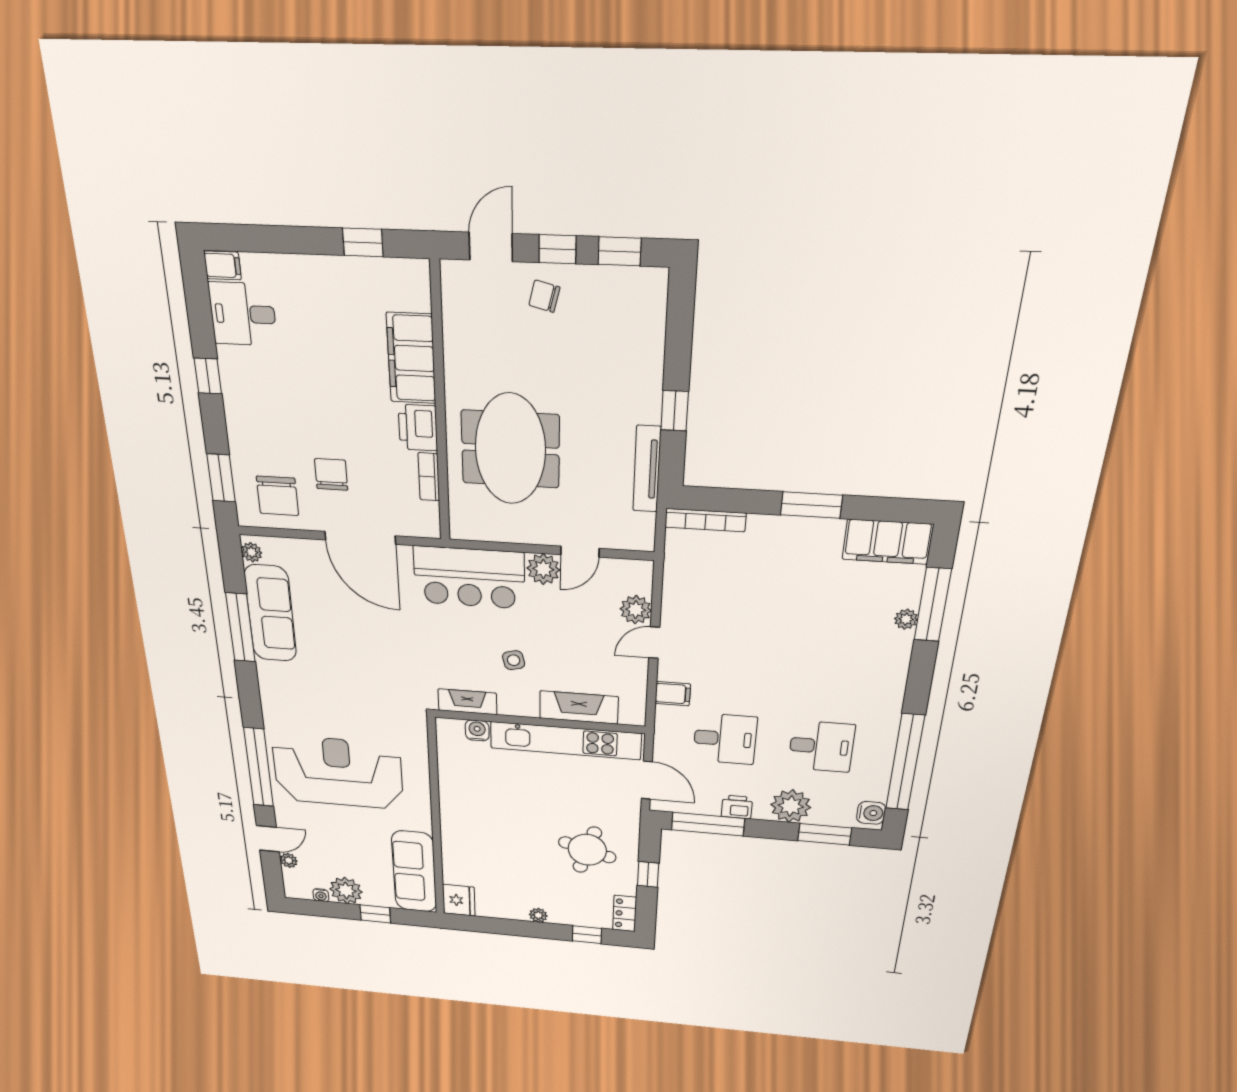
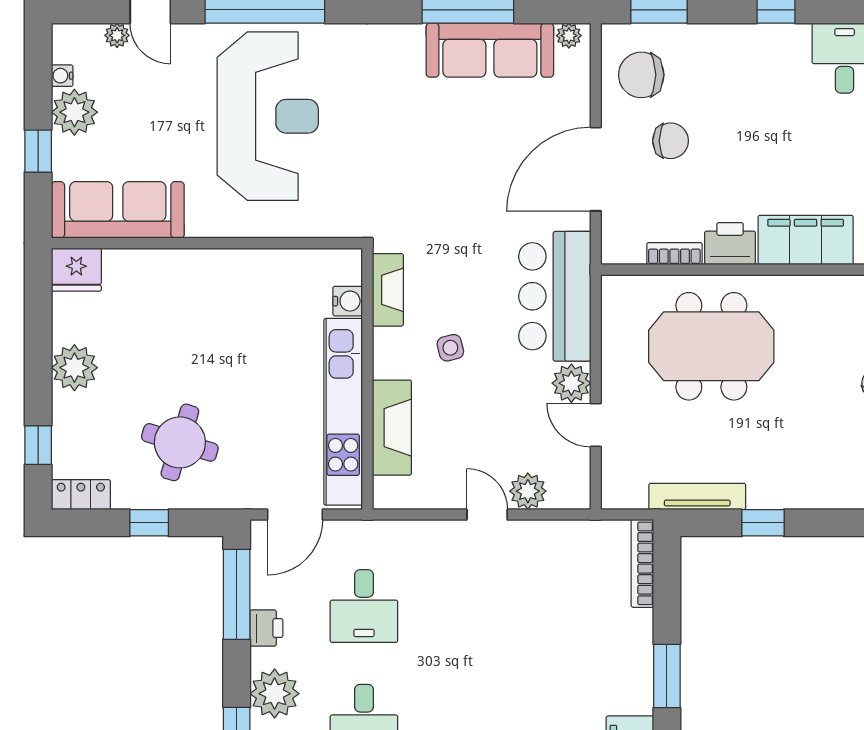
filing cabinet: (673, 694) -> (421, 540), removed
plant: (538, 915) -> (74, 368), width x1.88, depth x1.88

